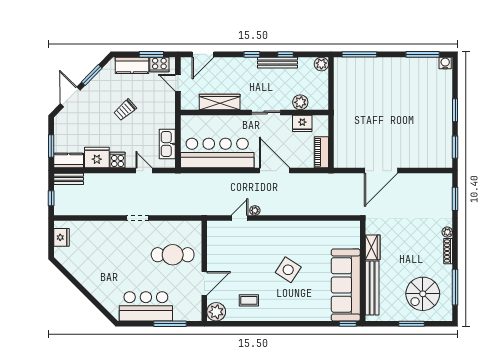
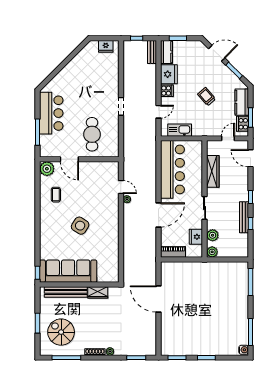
plant: (321, 64) -> (212, 252), moved

